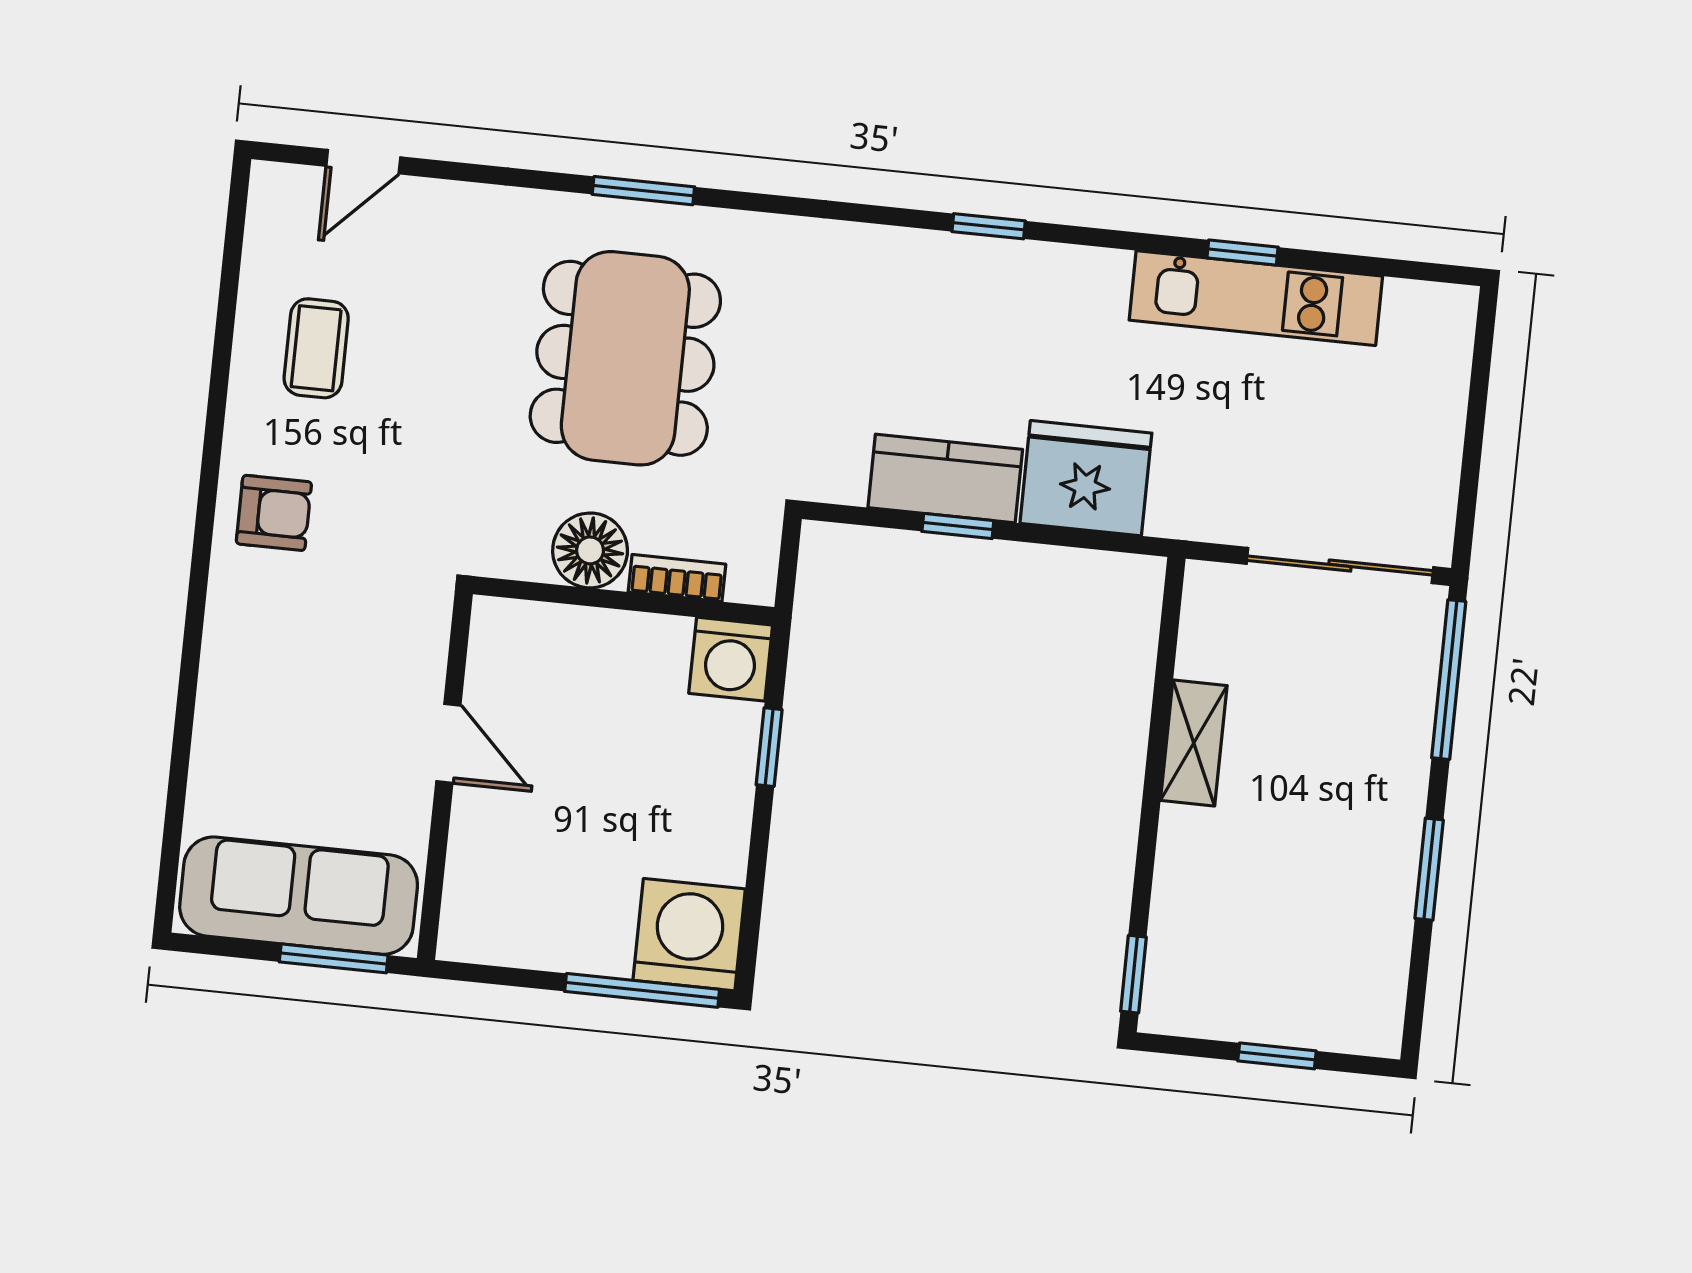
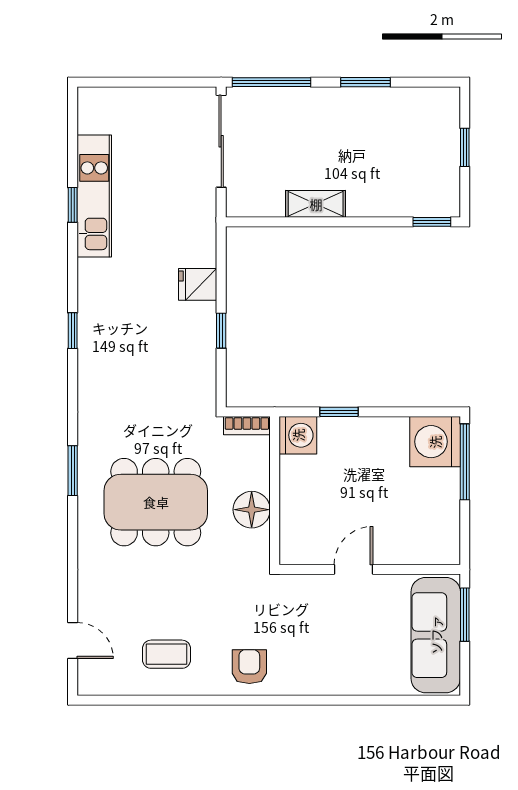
window: (643, 191) -> (73, 471), moved
fridge: (1086, 478) -> (198, 284), width x0.53, depth x0.75
kitchen counter: (945, 479) -> (198, 339), removed
bookcase: (677, 578) -> (247, 426), moved, turned -90

